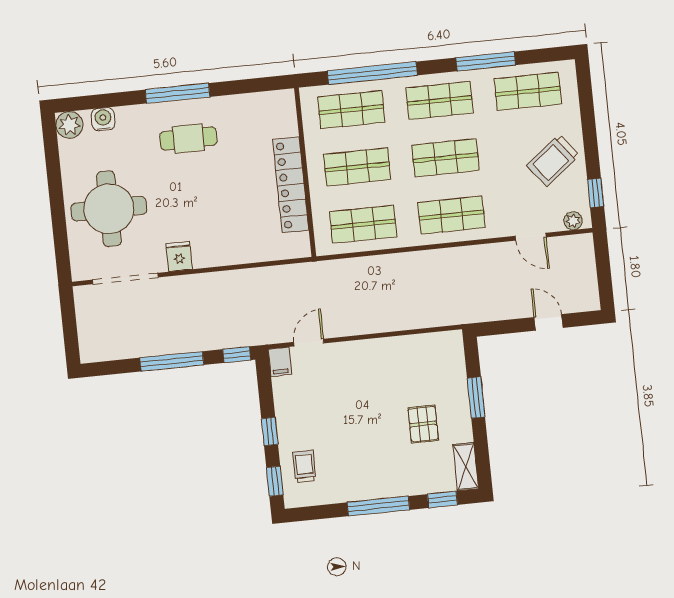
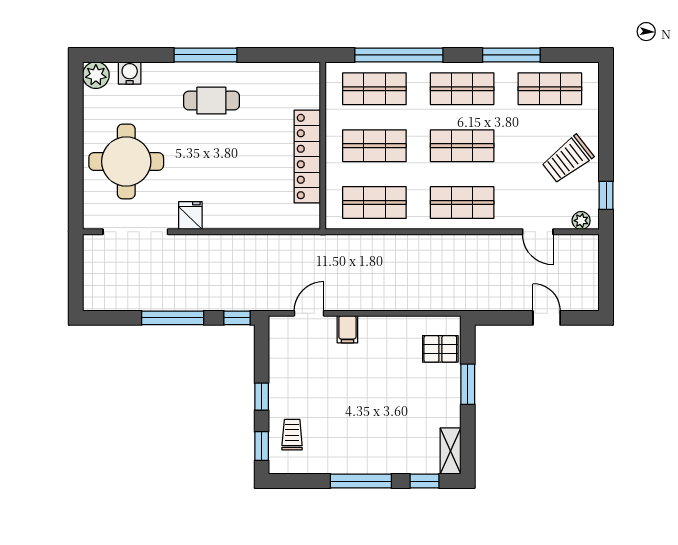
filing cabinet: (280, 362) -> (347, 329), moved
pallet: (423, 424) -> (440, 349), moved, turned 90

